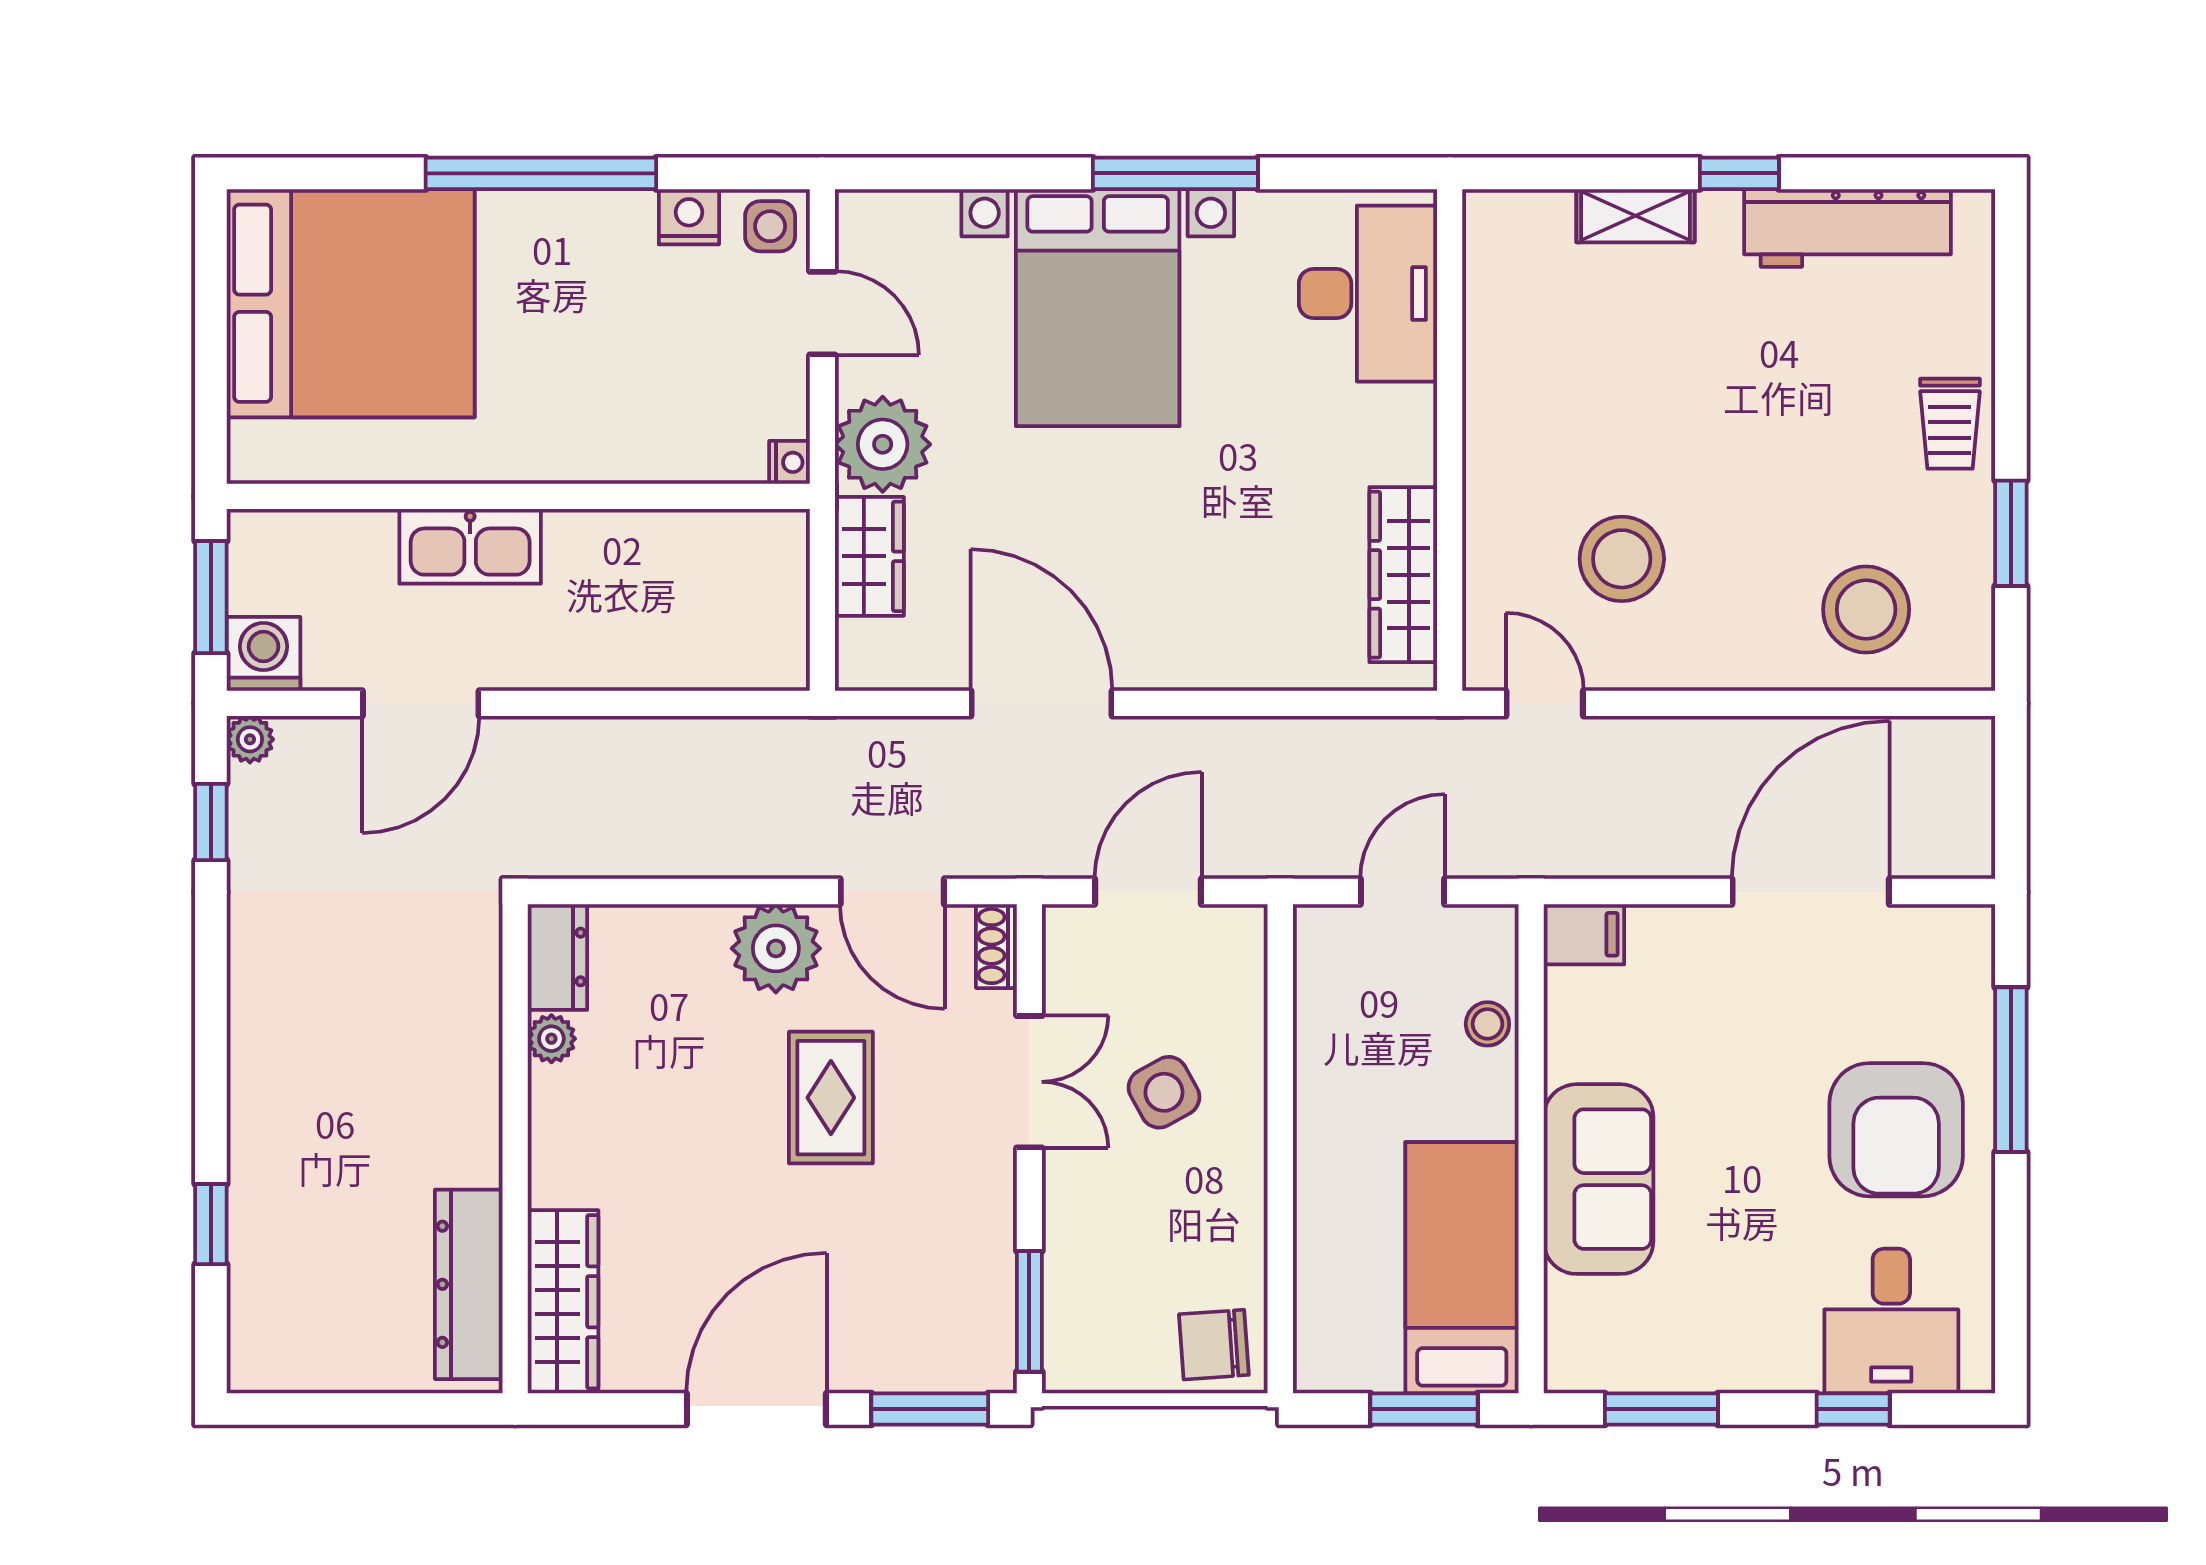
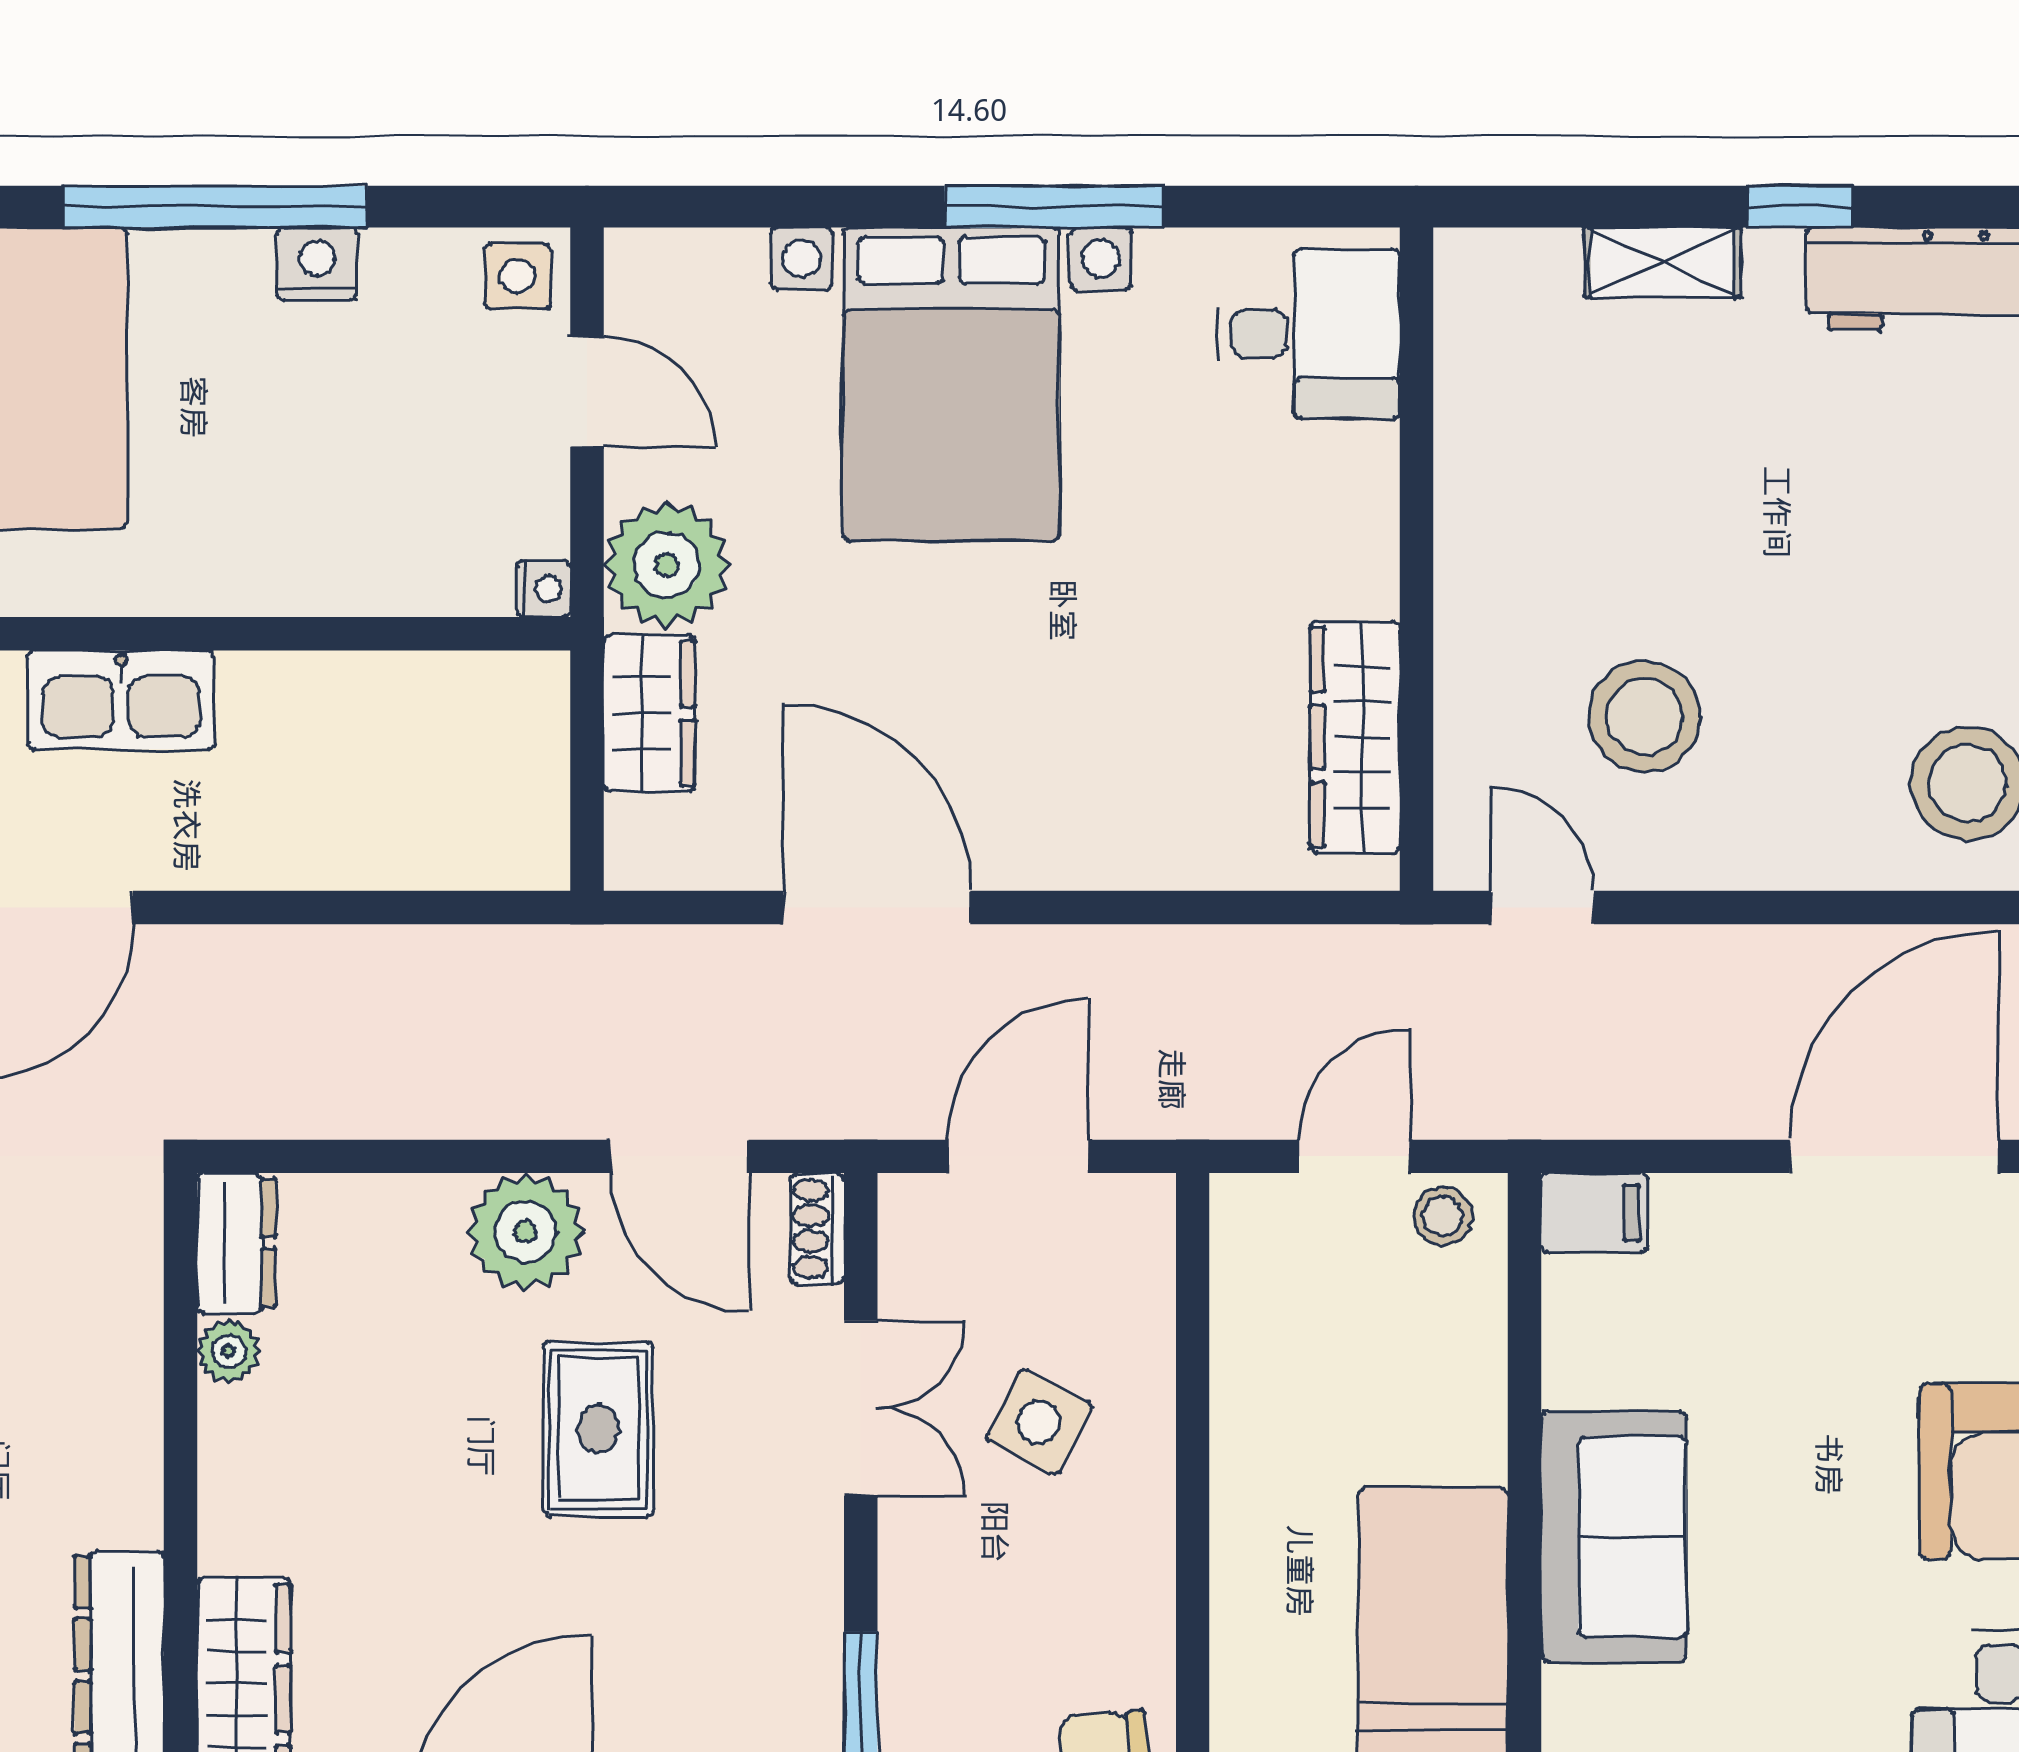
nightstand: (689, 217) -> (317, 264), moved
desk: (1368, 294) -> (1309, 334), width x0.73
stool: (1487, 1024) -> (1443, 1216), moved
side table: (1164, 1092) -> (1039, 1422), turned -34

